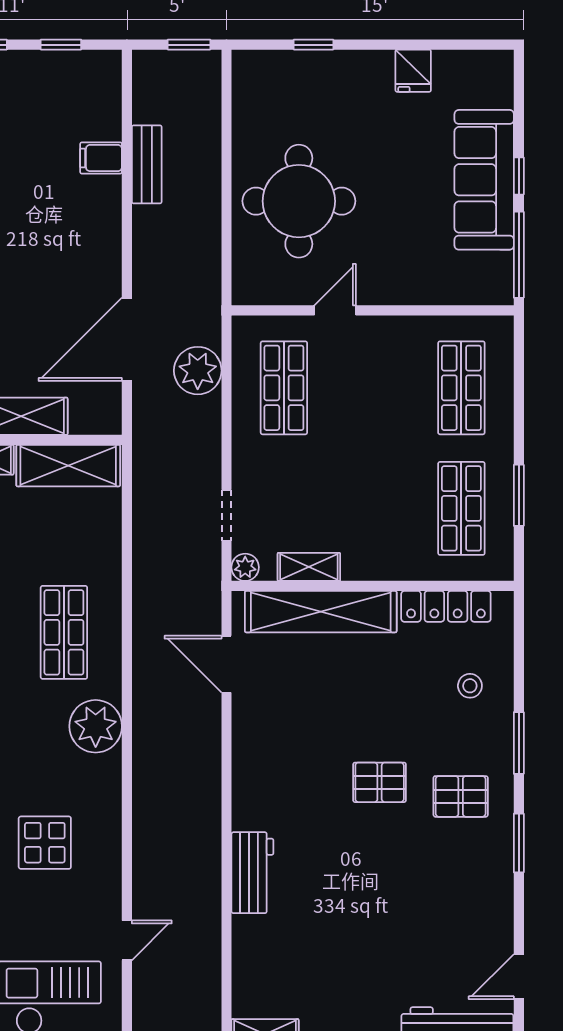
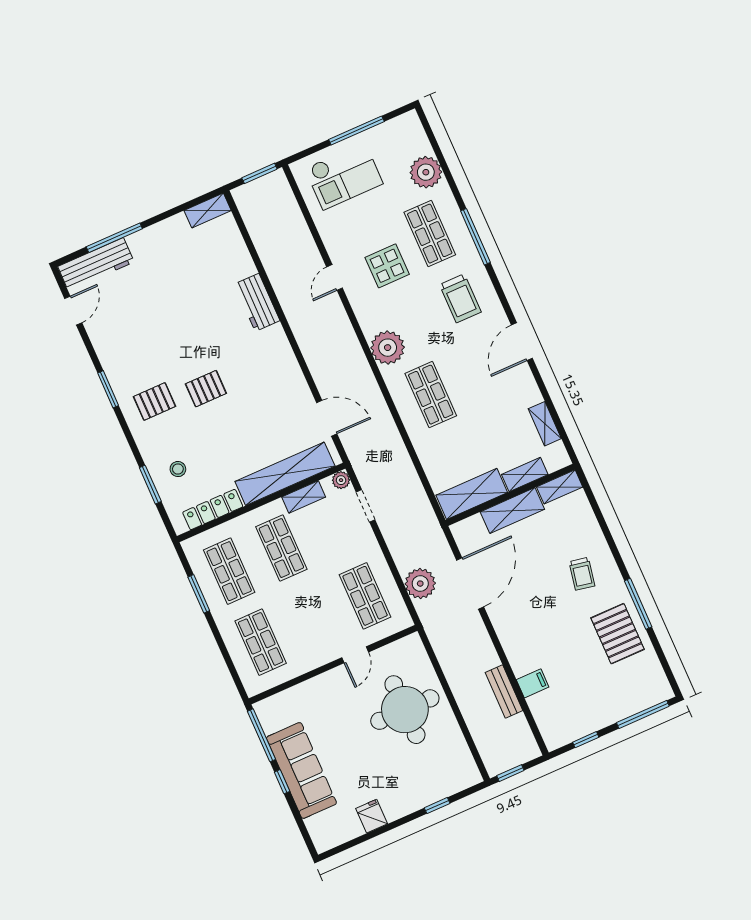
shop shelf: (373, 508) -> (281, 548), added
window: (519, 743) -> (150, 485), moved
door: (127, 940) -> (335, 277), moved

